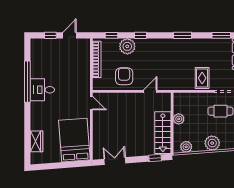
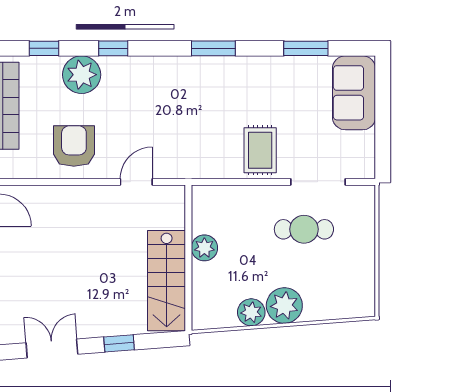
plant: (186, 147) -> (251, 312), moved
window: (155, 158) -> (119, 343), moved

